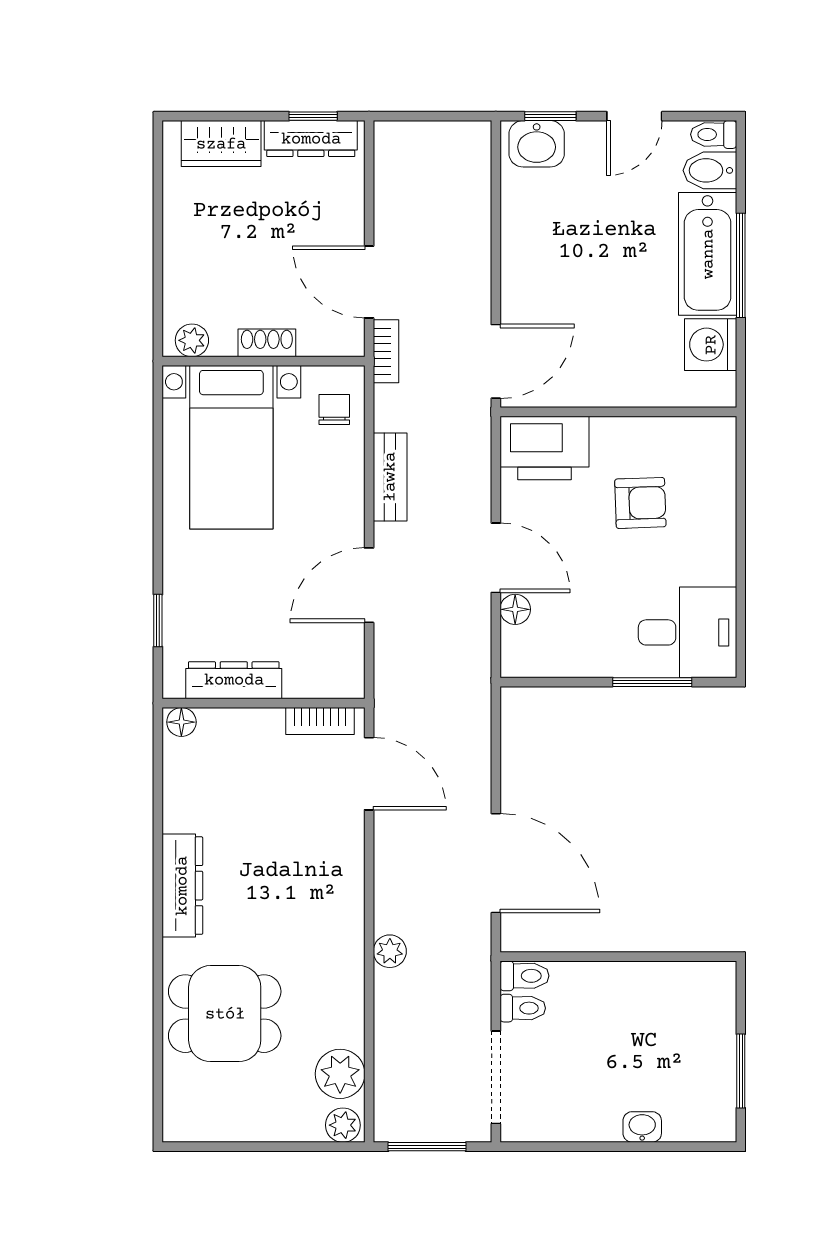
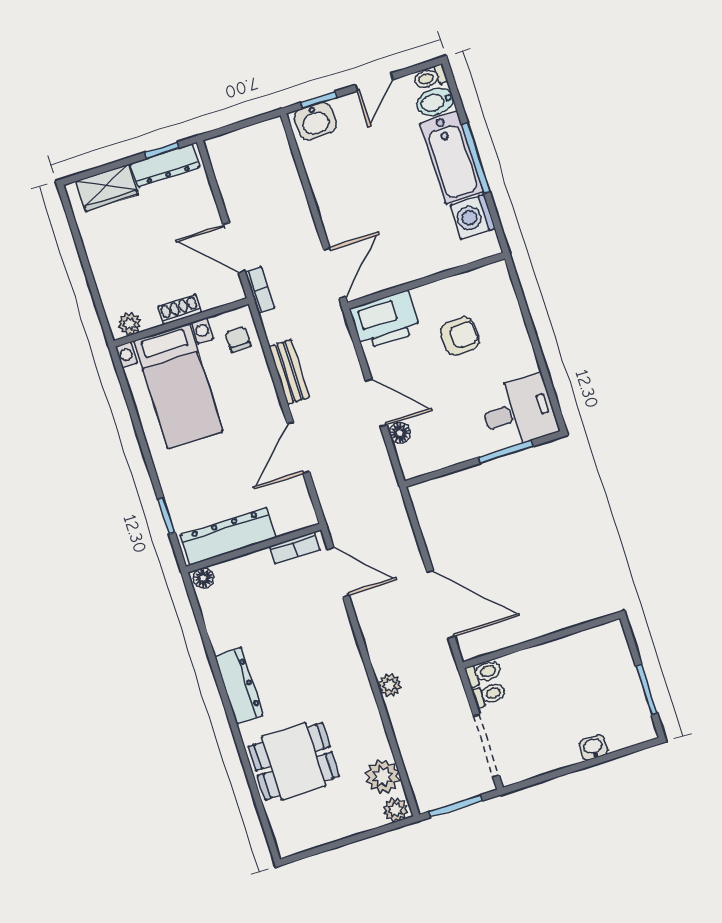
dresser: (234, 680) -> (228, 536), width x1.37, depth x1.24

